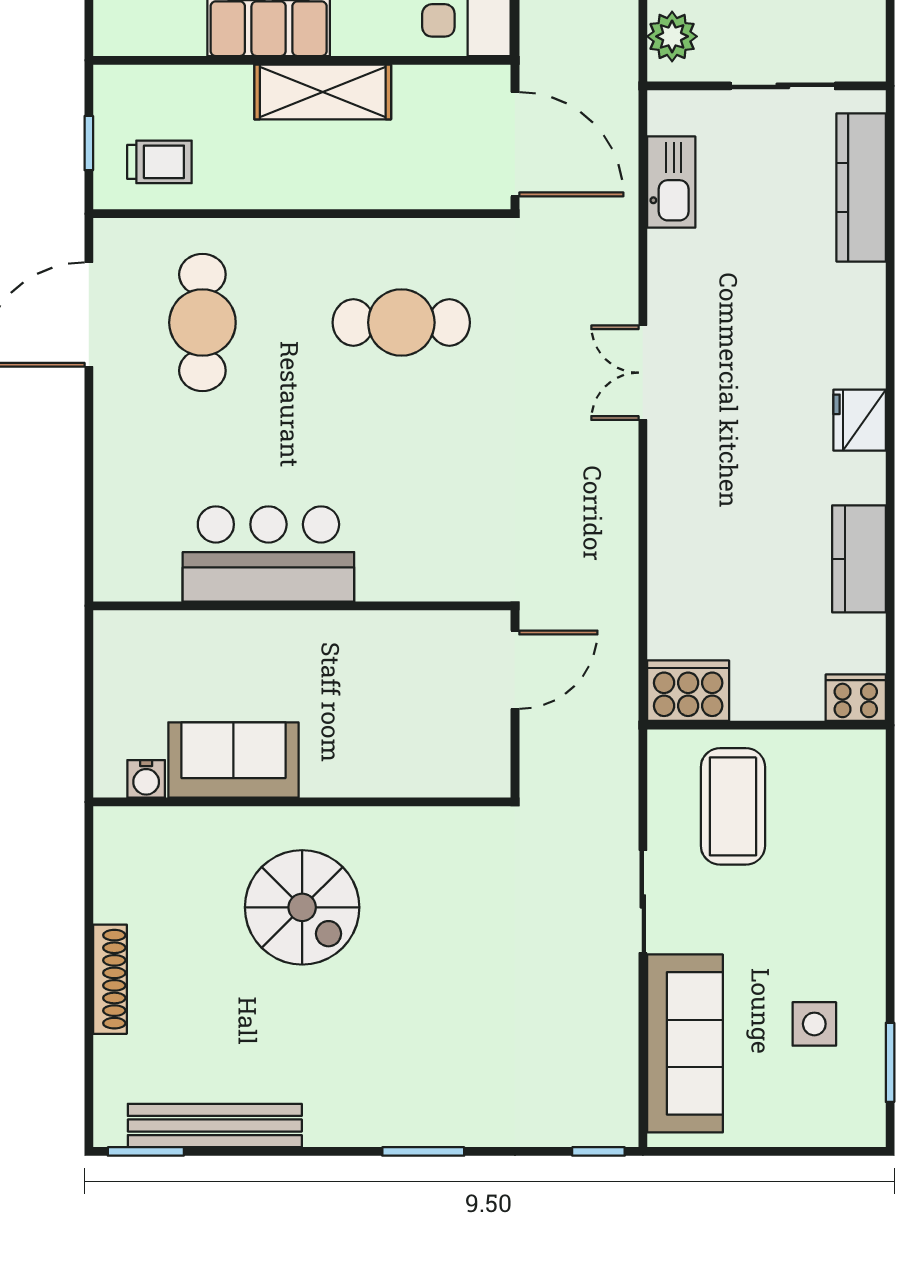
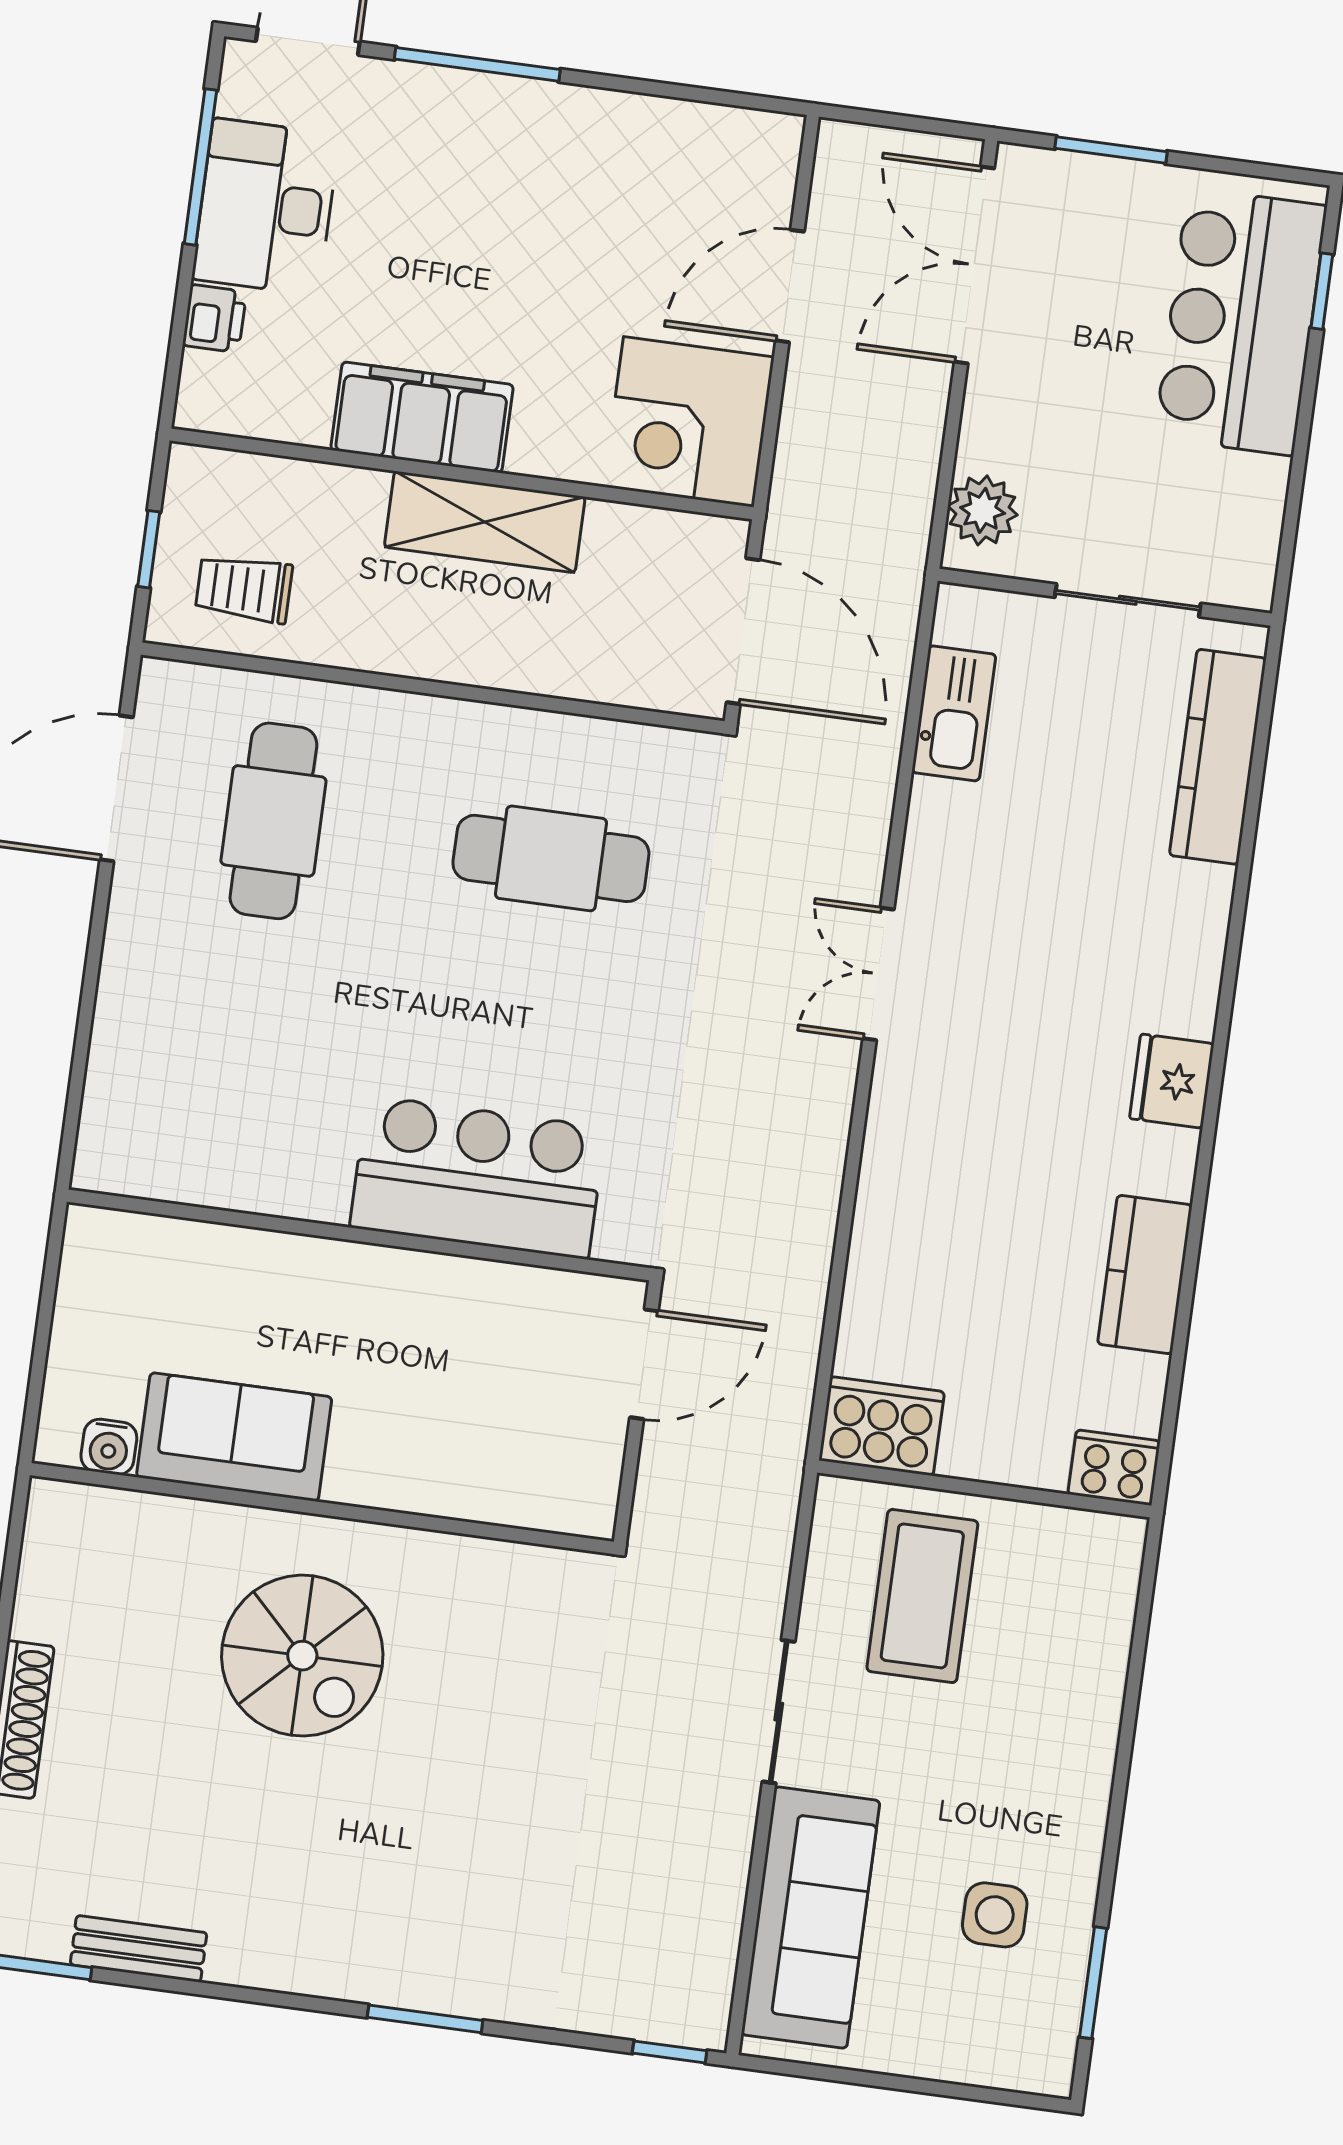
trolley: (159, 162) -> (244, 589), turned 180
bar counter: (268, 554) -> (478, 1177), moved
bench: (215, 1125) -> (139, 1949), width x0.54, depth x0.82

